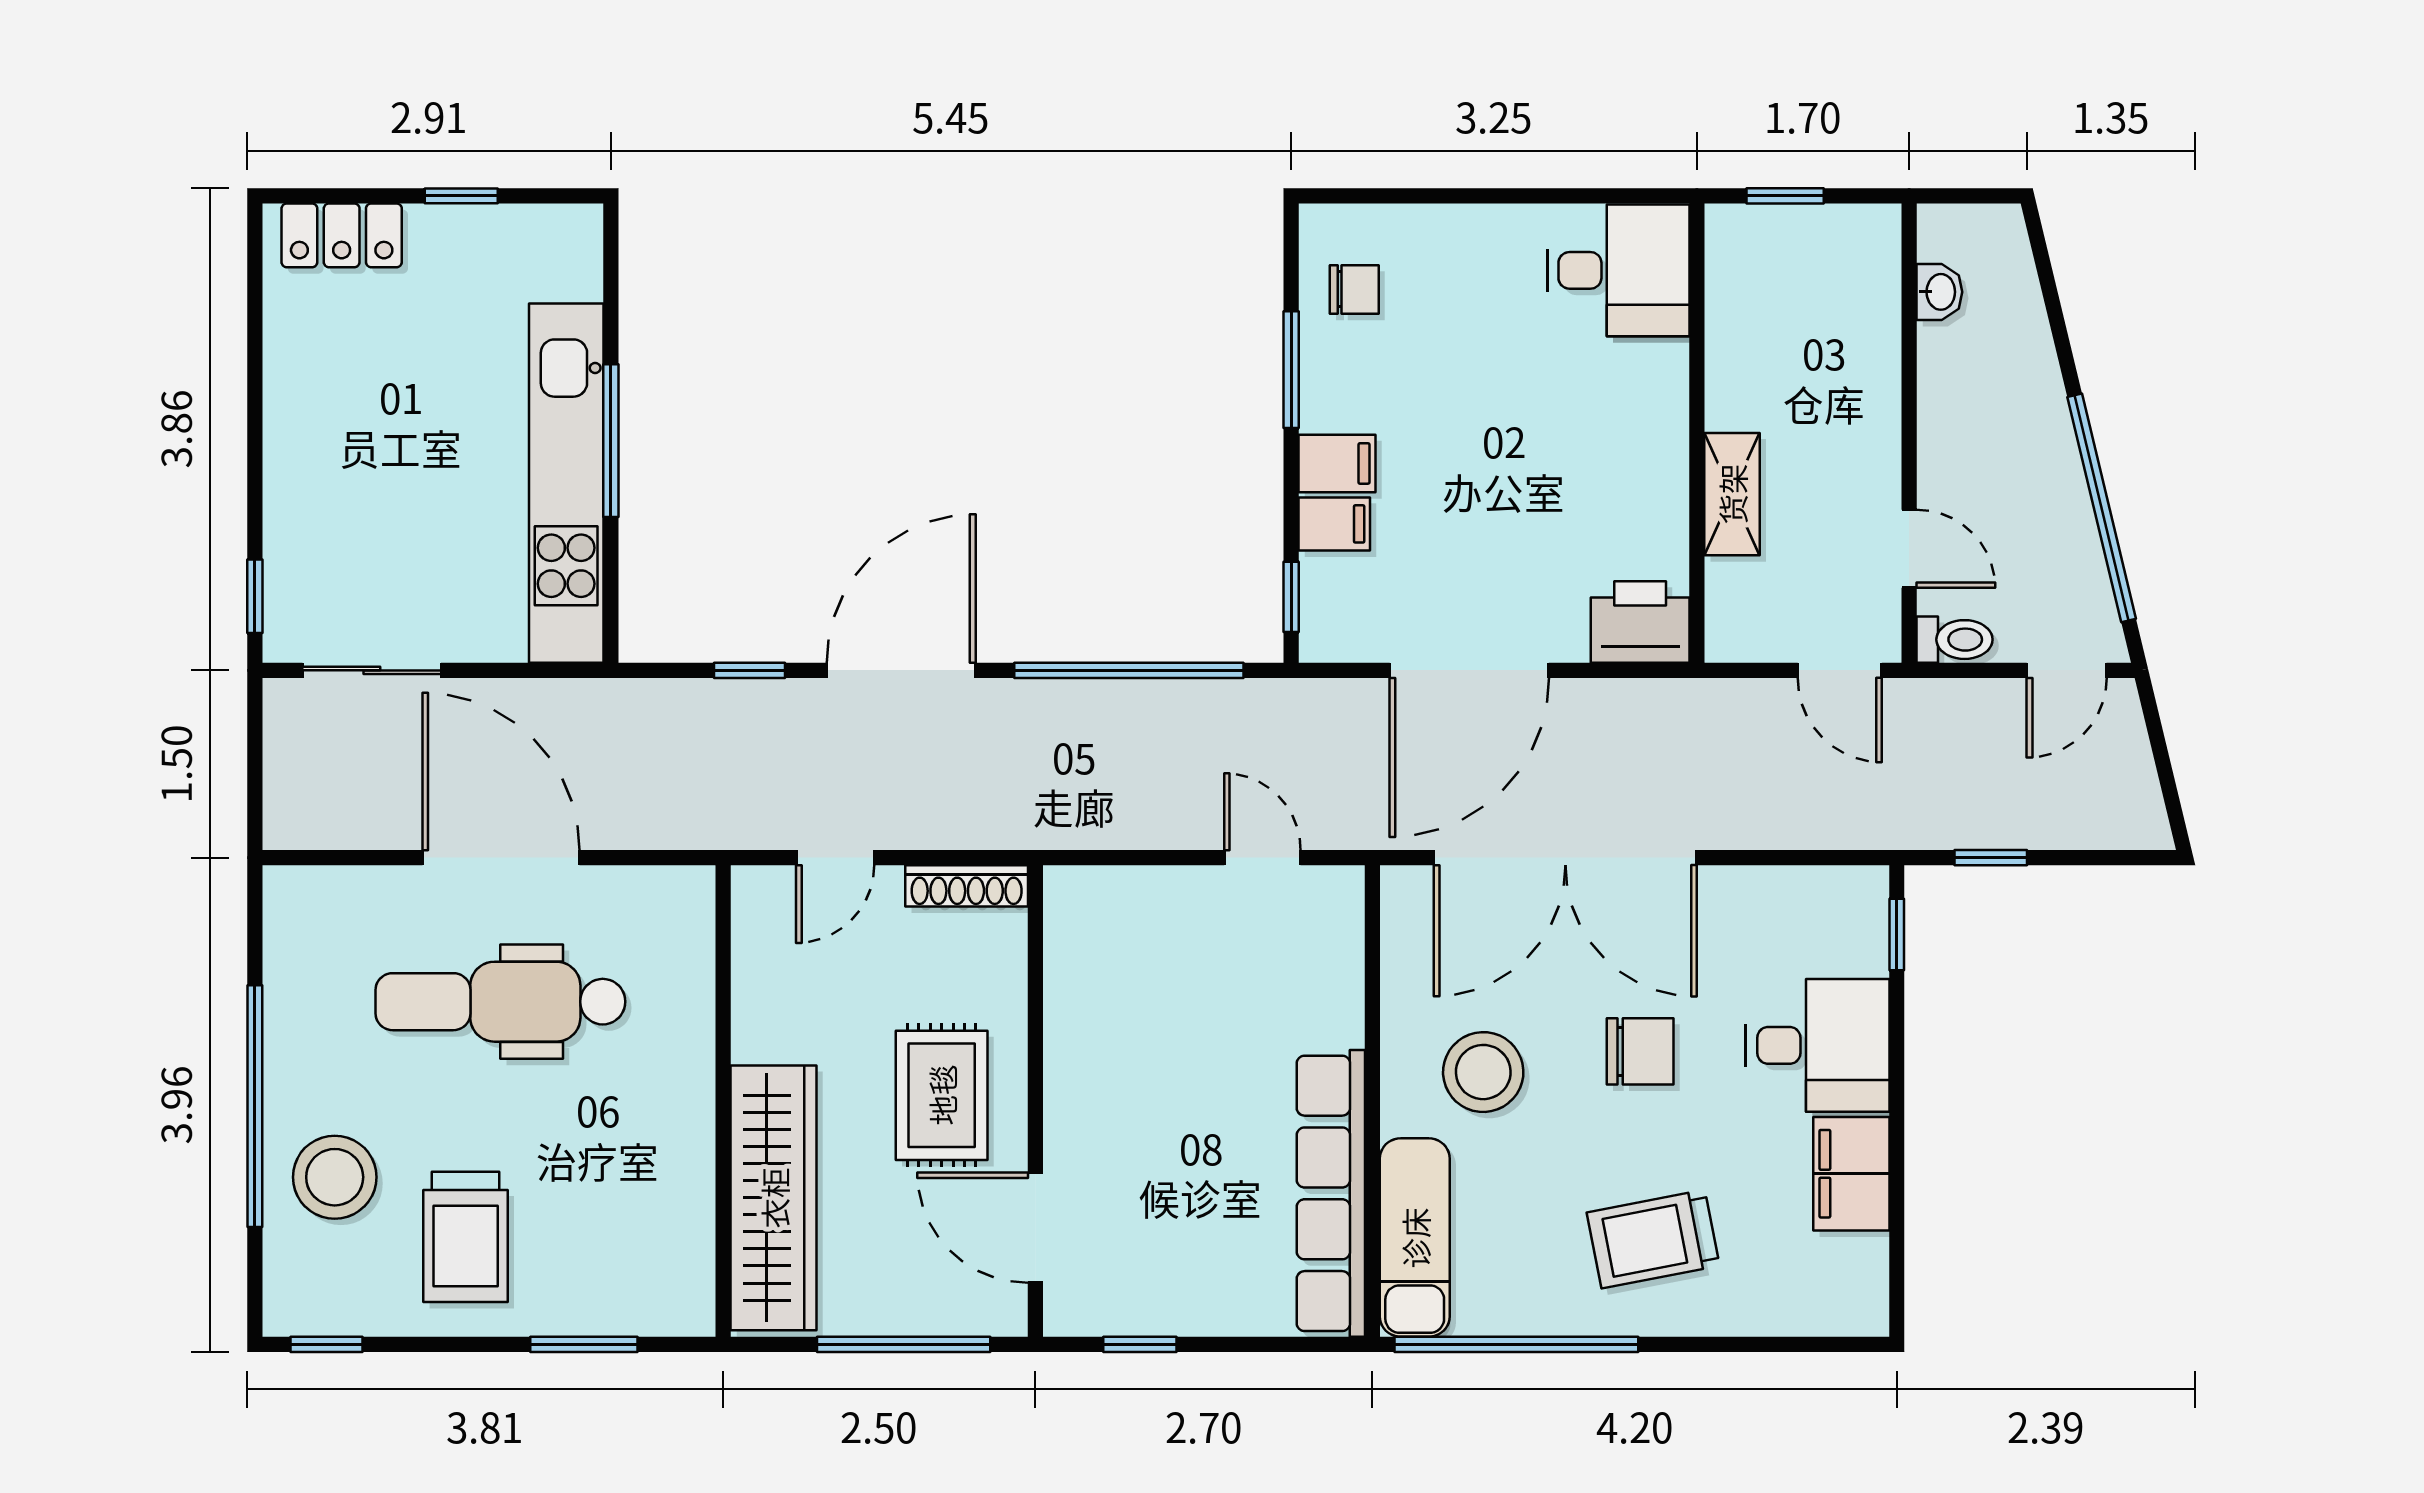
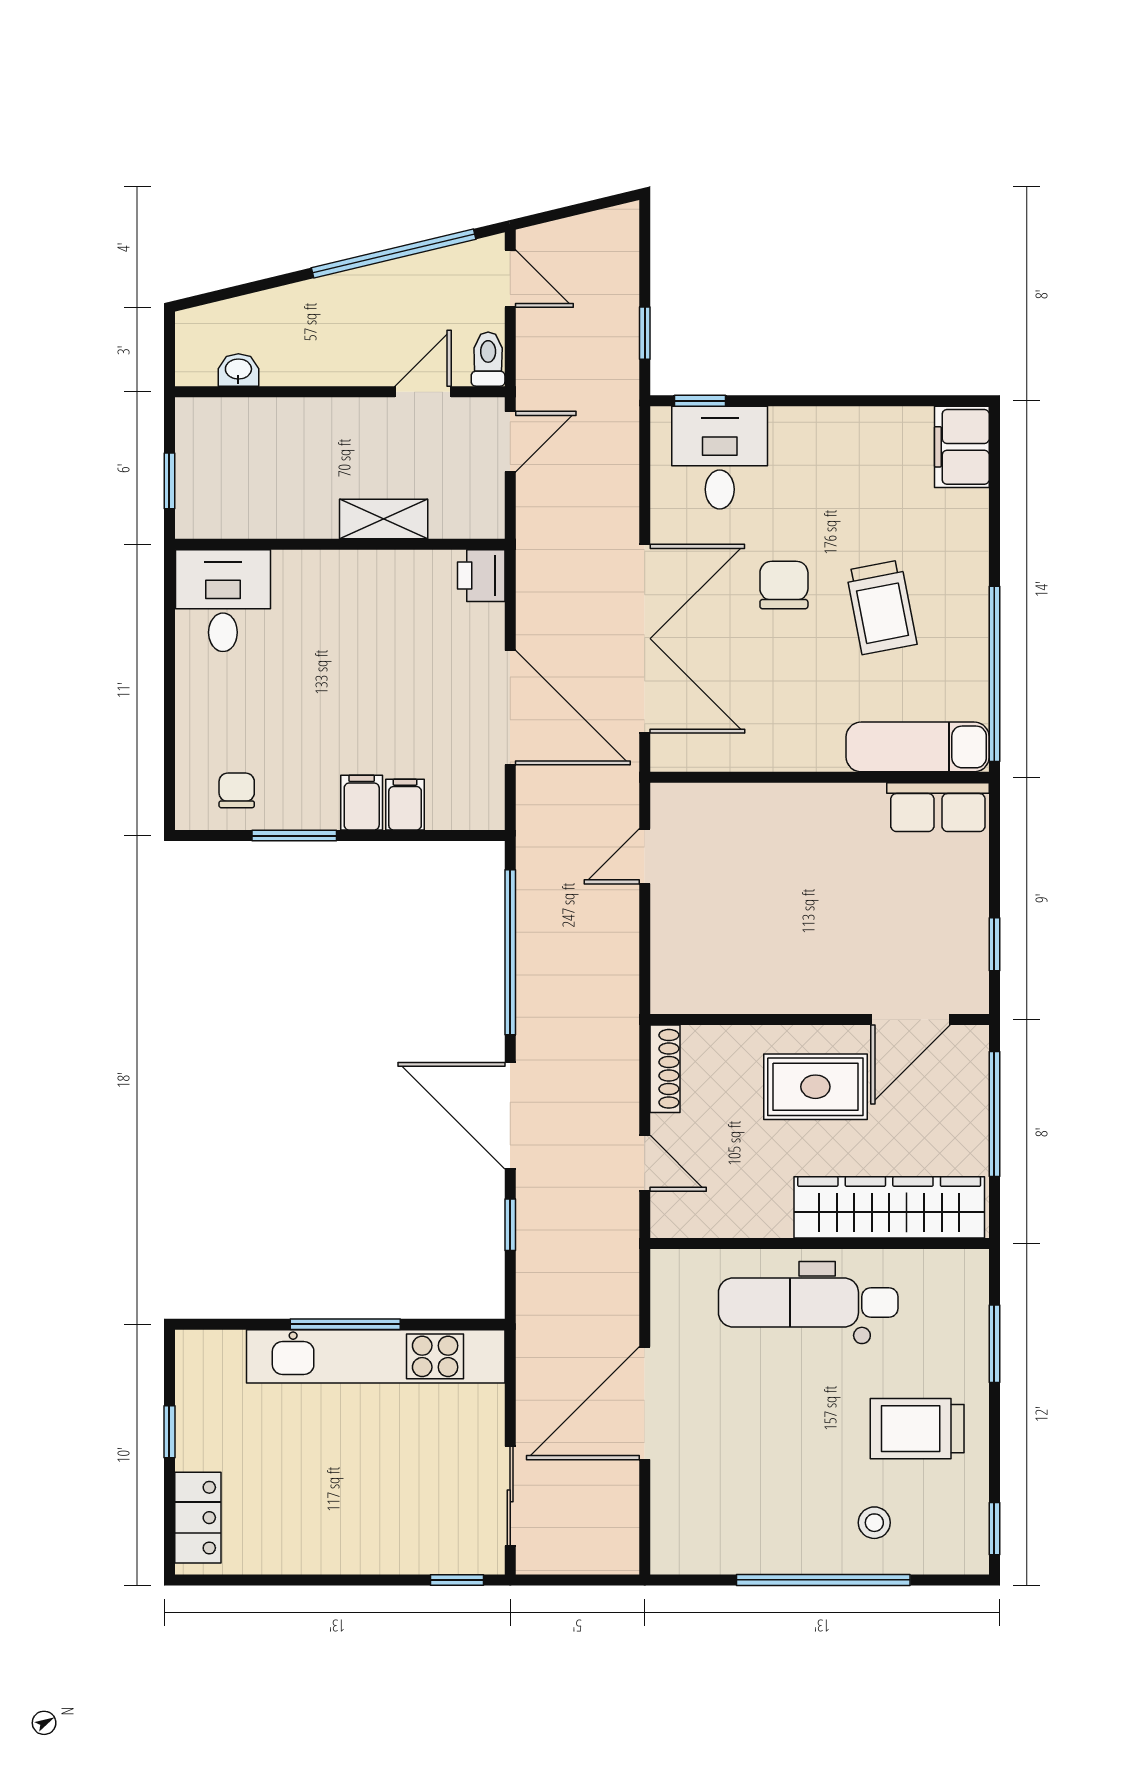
window: (1291, 597) -> (458, 836), removed
printer: (1640, 622) -> (481, 576), width x0.73, depth x0.81
dental chair: (500, 1002) -> (808, 1303), moved, turned 90
desk: (1818, 1045) -> (720, 458), moved
stool: (1483, 1072) -> (799, 698), removed
filing cabinet: (1851, 1174) -> (962, 447), moved, turned 90
stool: (335, 1177) -> (874, 1523), width x0.53, depth x0.53
row of seats: (1331, 1193) -> (938, 807), width x0.50
trolley: (466, 1237) -> (917, 1429), turned 180
trolley: (1653, 1239) -> (881, 607), moved

